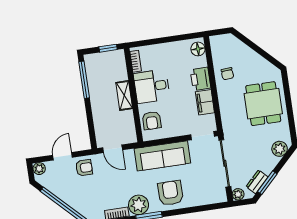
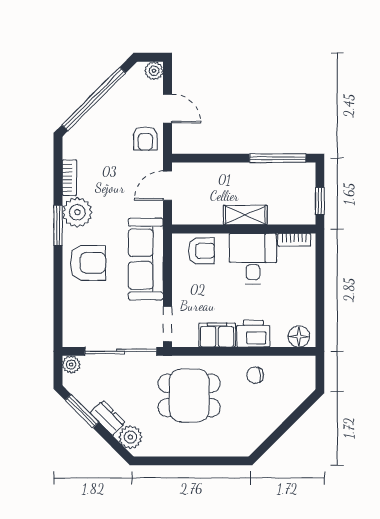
dining table: (263, 104) -> (189, 395), moved
armchair: (152, 121) -> (201, 251), turned 180
dresser: (257, 182) -> (108, 418), moved

